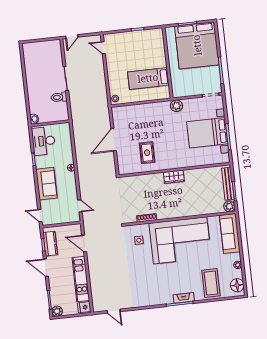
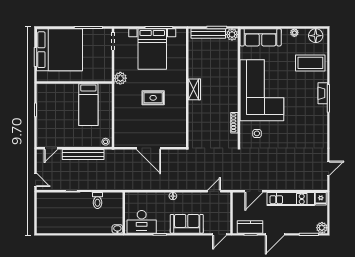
bench: (101, 79) -> (83, 154), added
rug: (147, 153) -> (153, 98), moved

